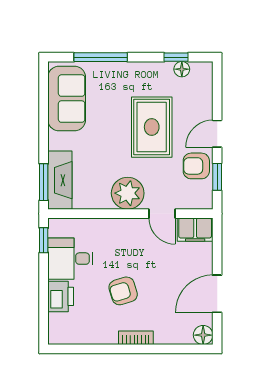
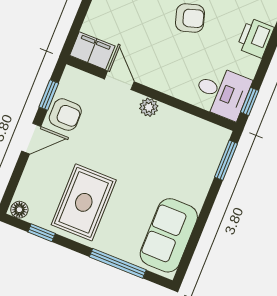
floor lamp: (182, 69) -> (19, 210), moved
rug: (152, 127) -> (84, 202), moved
fireplace: (60, 180) -> (209, 156), removed
plant: (128, 193) -> (149, 107), width x0.53, depth x0.53
desk: (70, 259) -> (222, 92), moved

